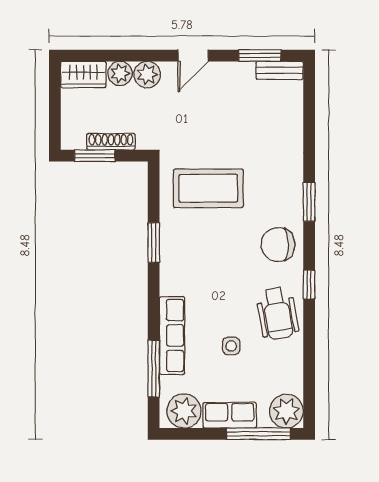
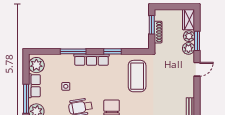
door: (193, 56) -> (197, 69), swing flipped
window: (260, 56) -> (197, 41), moved
row of seats: (172, 335) -> (92, 60), moved
window: (154, 368) -> (73, 51), moved

